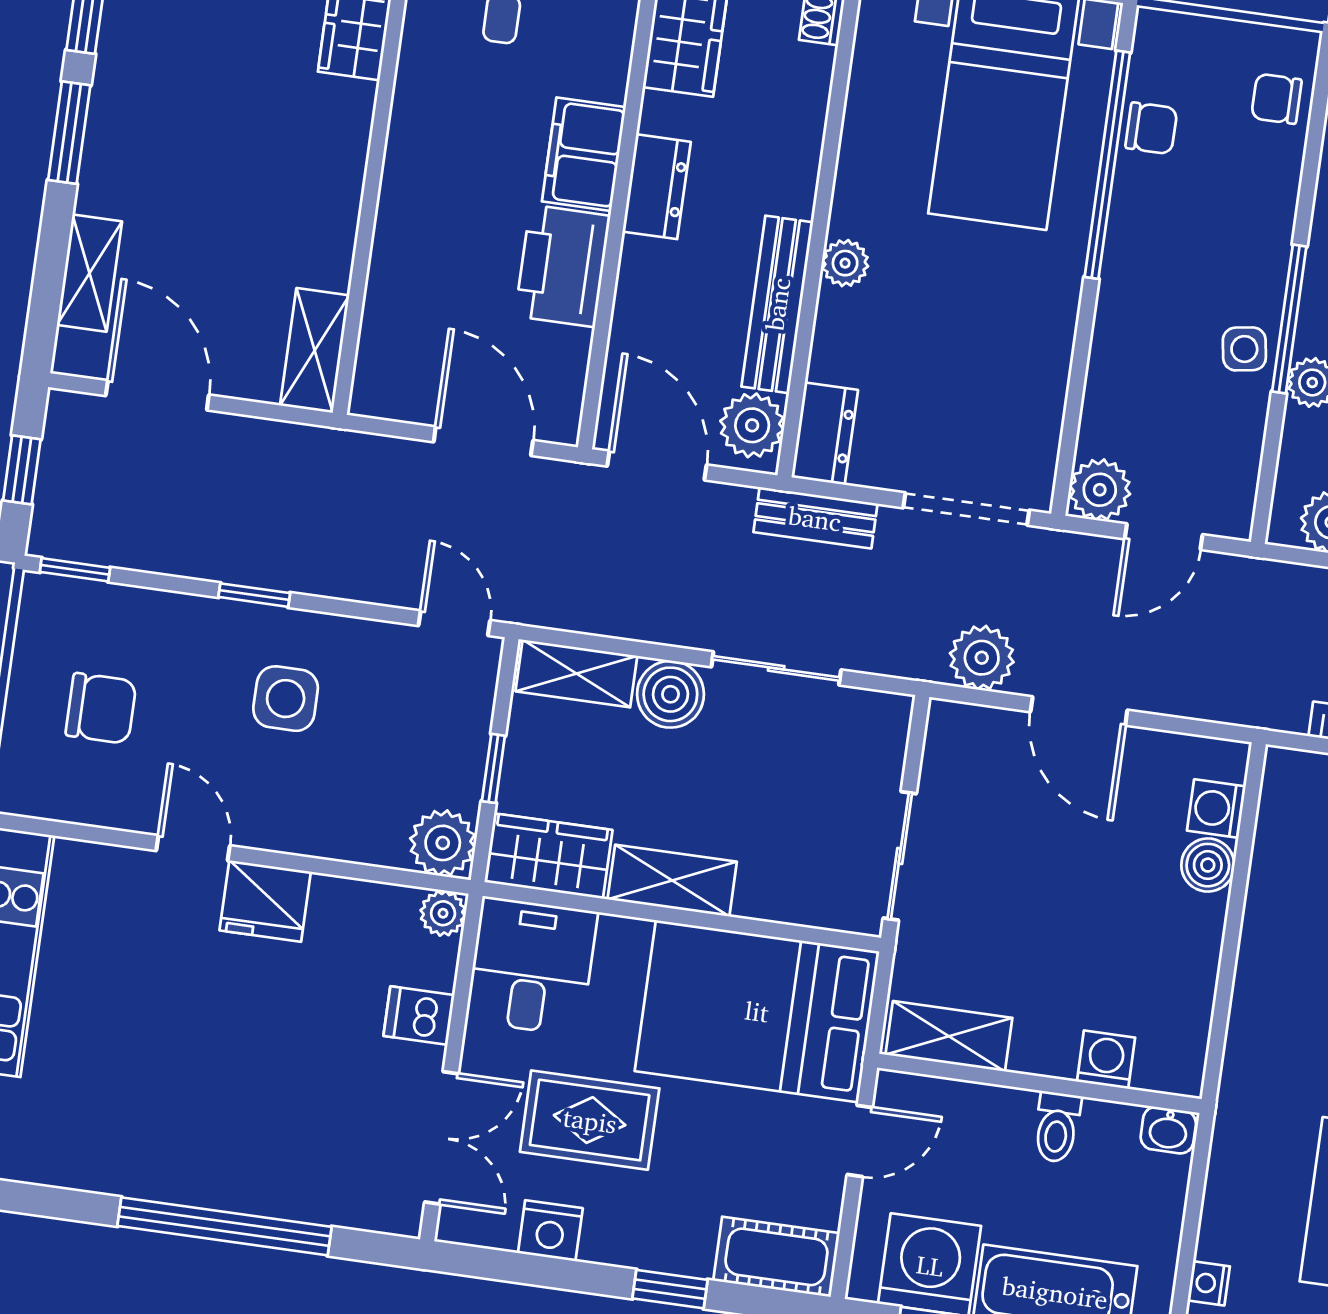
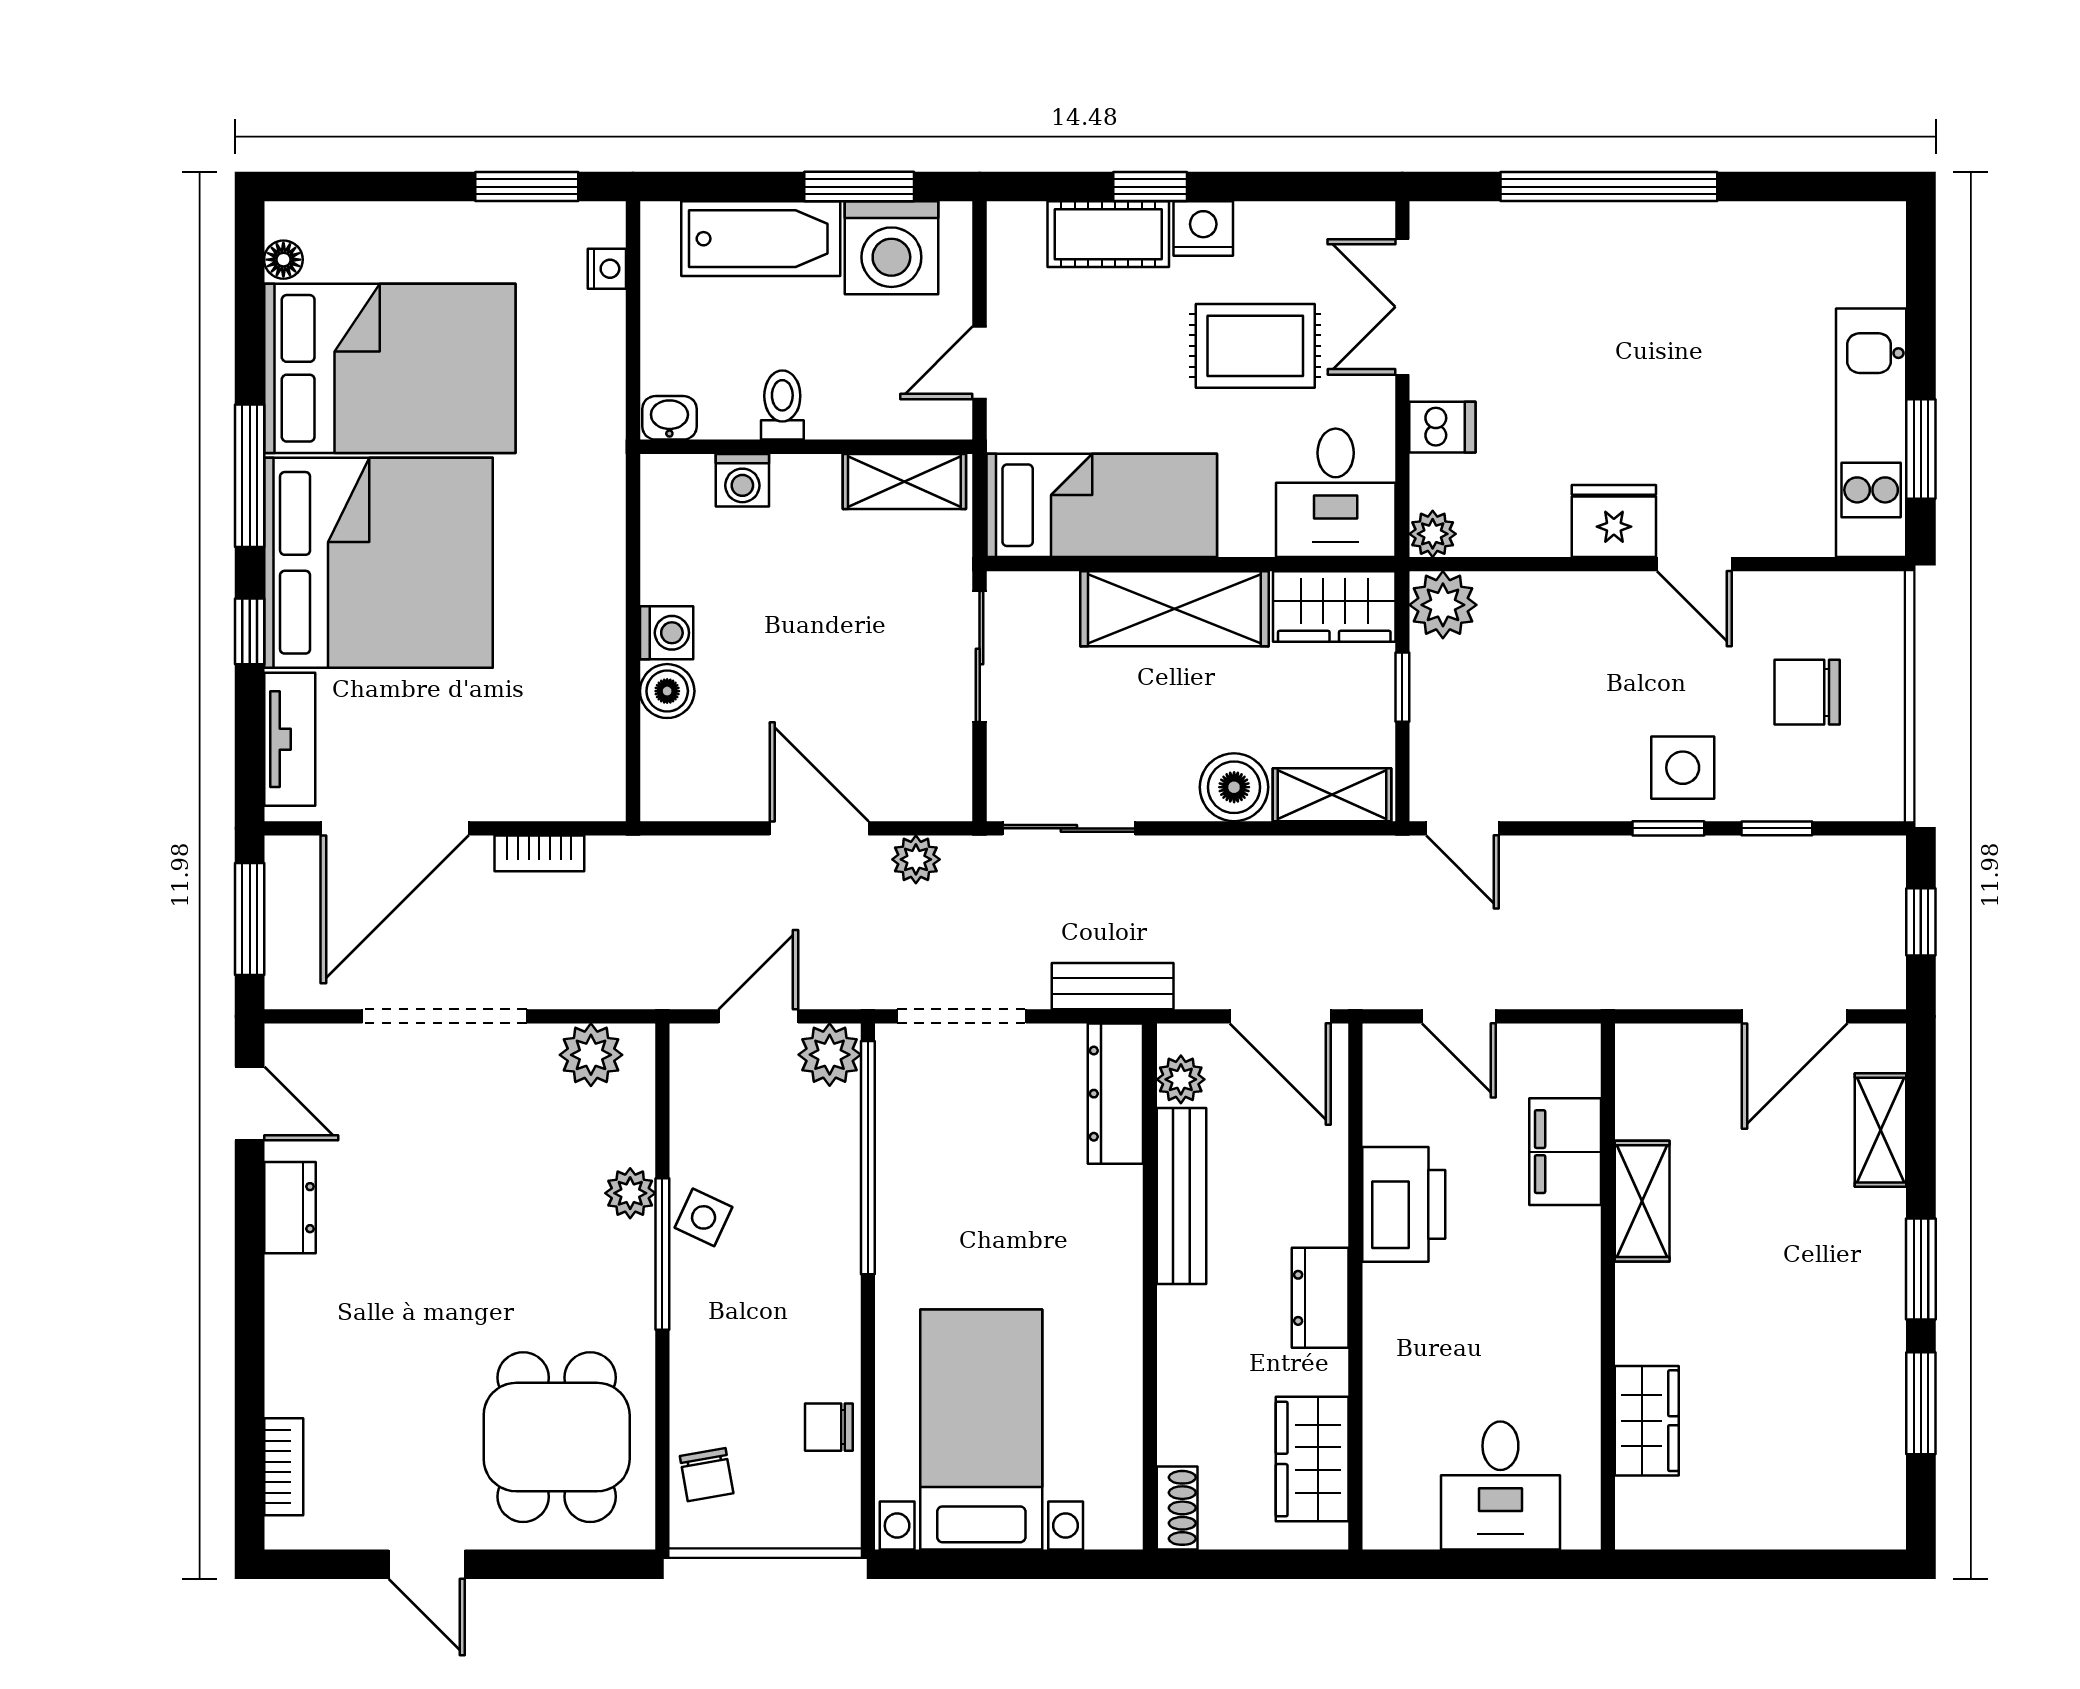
chair: (1276, 99) -> (707, 1475), turned 80
filing cabinet: (584, 154) -> (1565, 1152), moved, turned 180
window: (1107, 165) -> (868, 1158), moved
plant: (845, 263) -> (1119, 1247), removed
side table: (1244, 349) -> (704, 1217), turned 34
shelving: (315, 350) -> (1642, 1201), moved
door: (157, 395) -> (1795, 1016), hinge flipped
plant: (752, 425) -> (1181, 1079), width x0.73, depth x0.73
dresser: (825, 434) -> (1115, 1094), width x1.44
door: (483, 441) -> (1459, 1016), width x0.73
window: (75, 570) -> (1777, 828), moved
plant: (982, 658) -> (916, 859), width x0.73, depth x0.73
sliding door: (776, 668) -> (1069, 828), moved
side table: (286, 699) -> (1683, 768), moved
washing machine: (1216, 809) -> (667, 633), moved
shelving: (672, 881) -> (1174, 609), width x1.50, depth x1.33
bed: (757, 1011) -> (1102, 505), width x0.67
nightstand: (550, 1231) -> (1203, 229), moved
cot: (776, 1257) -> (1108, 234), moved

